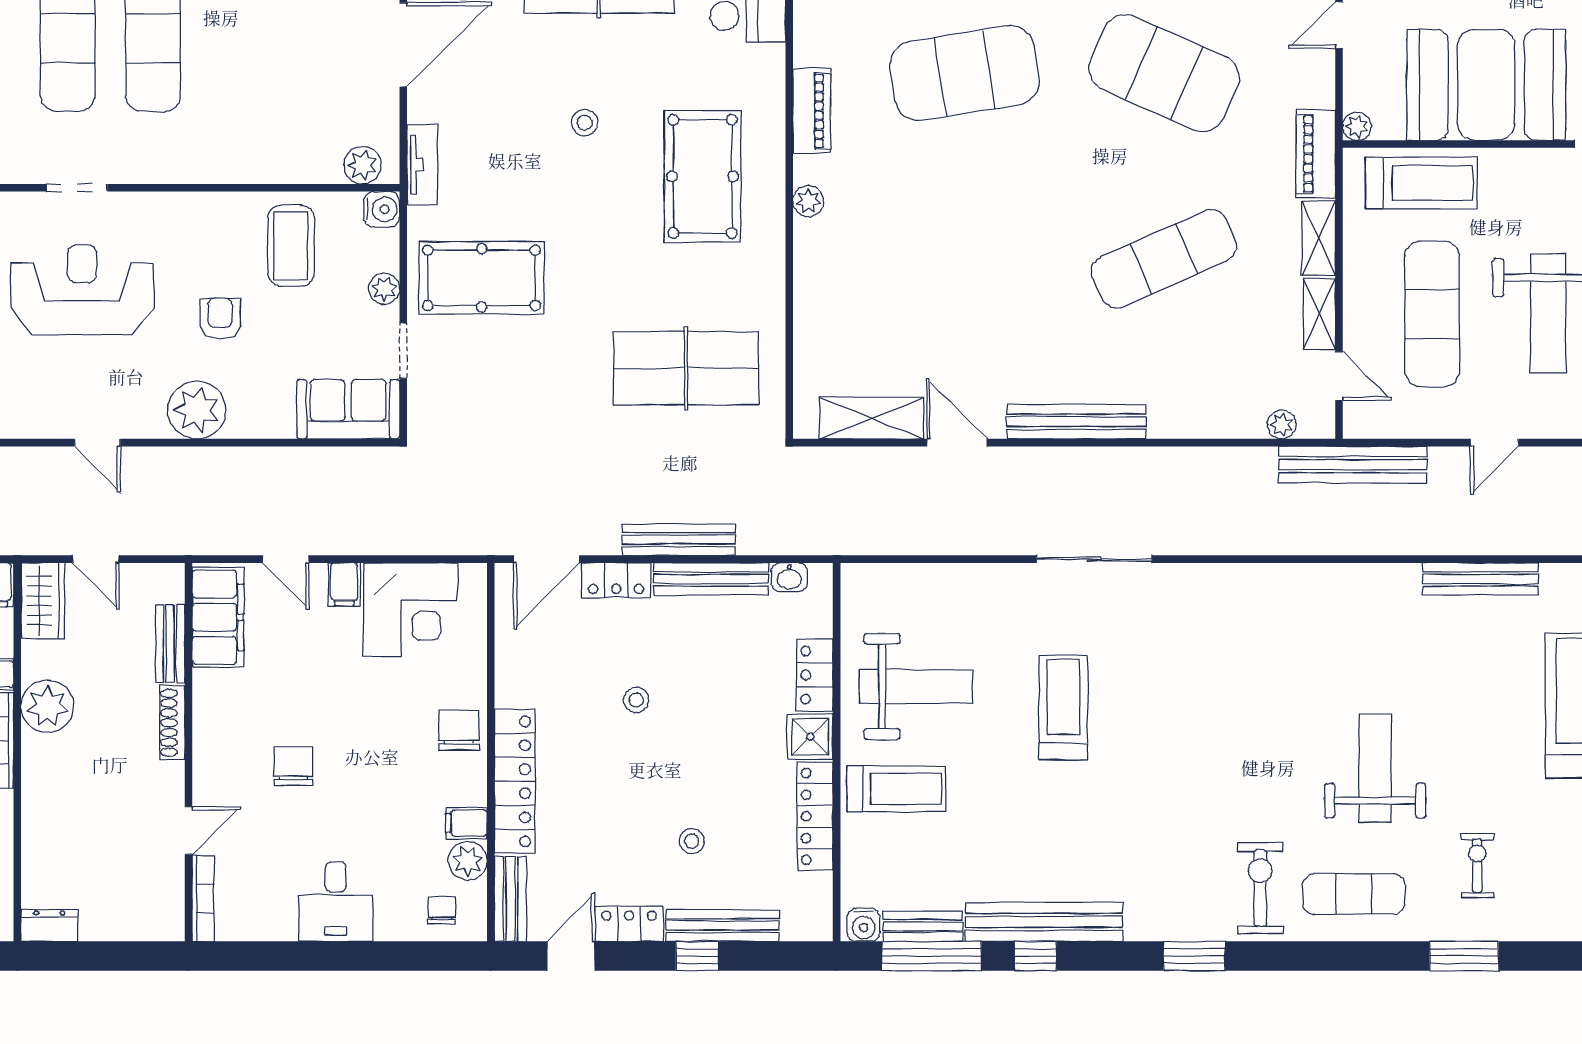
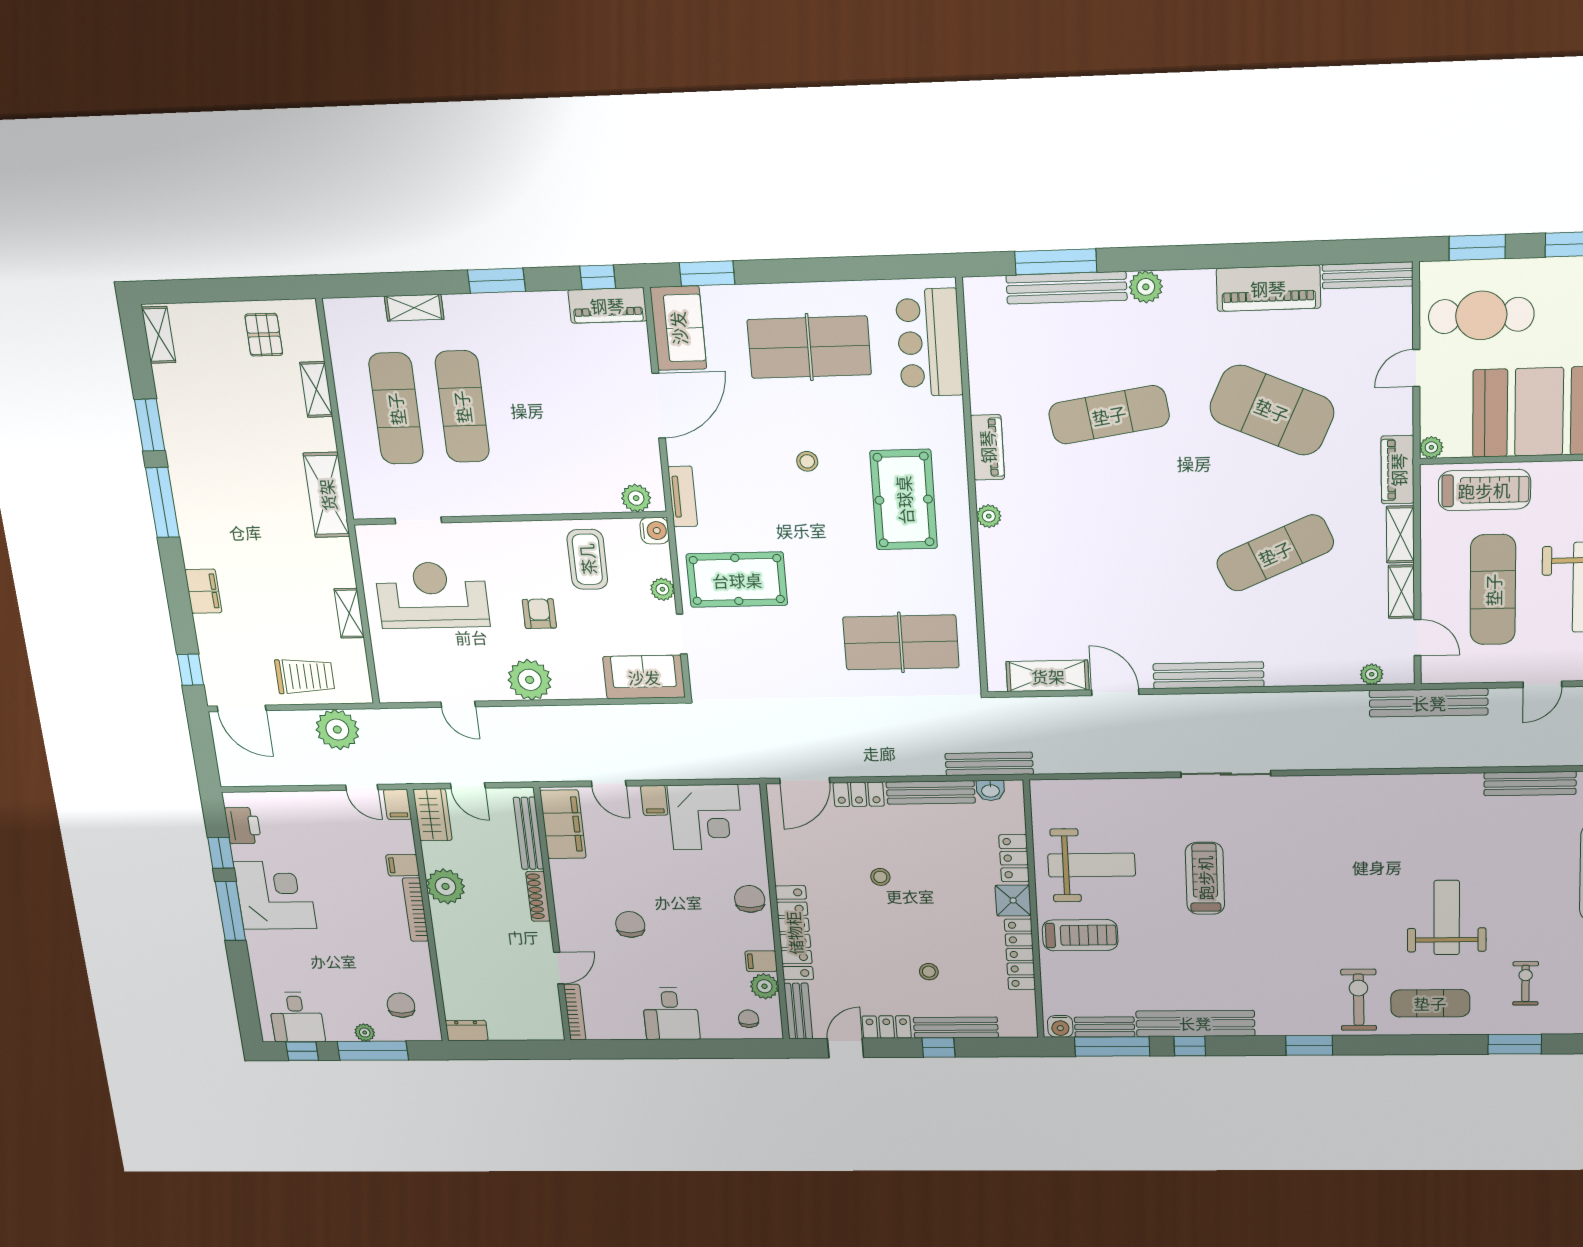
exercise mat: (964, 73) -> (1109, 415), width x0.68
bench: (679, 540) -> (989, 764), moved
bench: (170, 644) -> (529, 833), width x1.36

